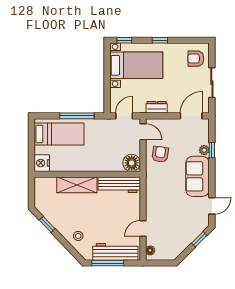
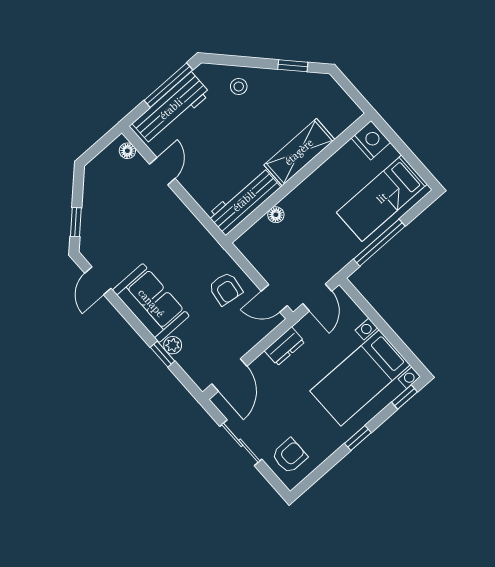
floor lamp: (132, 163) -> (276, 215), moved, width x0.53, depth x0.53

